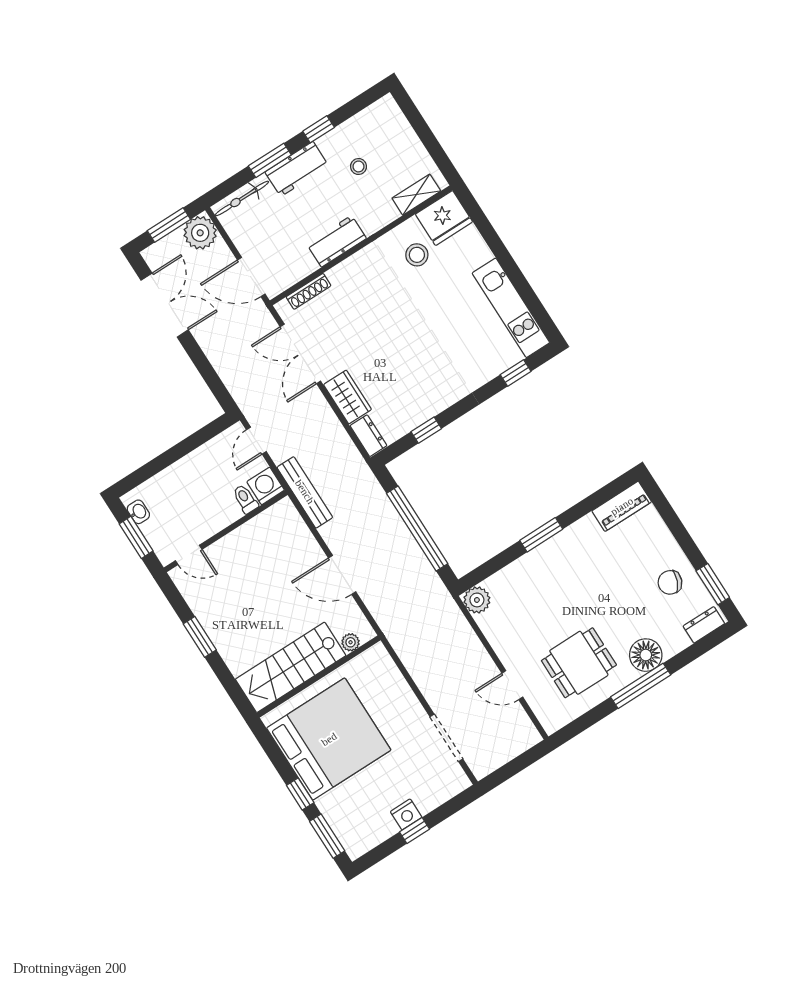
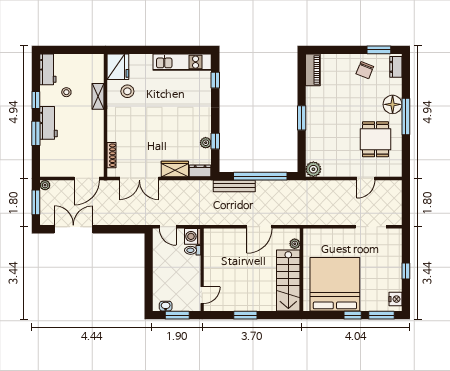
shelving: (416, 195) -> (98, 96), moved
bicycle: (242, 198) -> (46, 159), removed
plant: (200, 233) -> (45, 185), width x0.53, depth x0.53
workbench: (337, 241) -> (48, 69), moved, turned 180
plant: (415, 418) -> (206, 143), added
bench: (305, 492) -> (234, 186), moved
nightstand: (406, 814) -> (395, 299), moved

